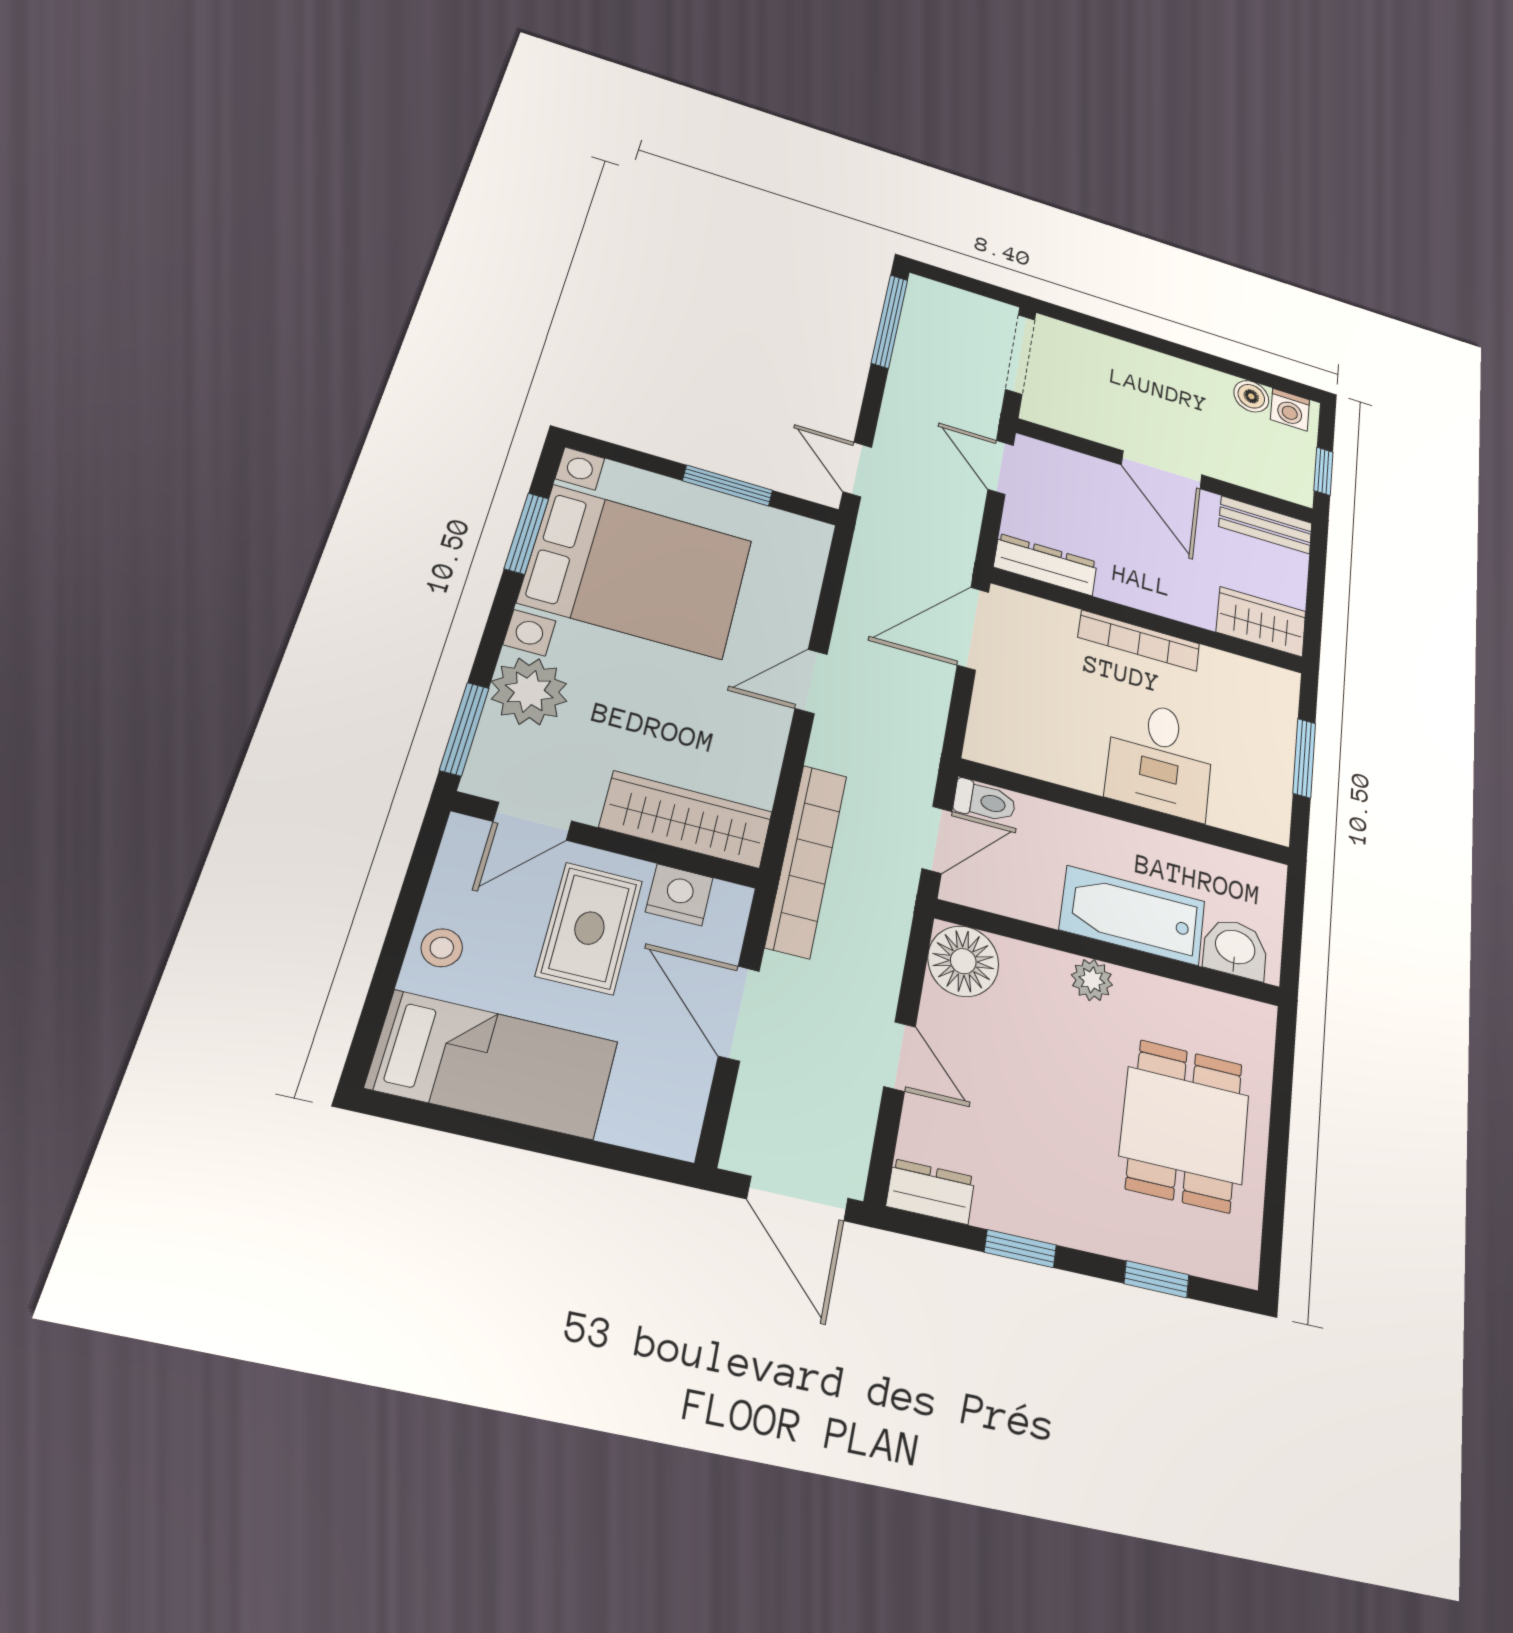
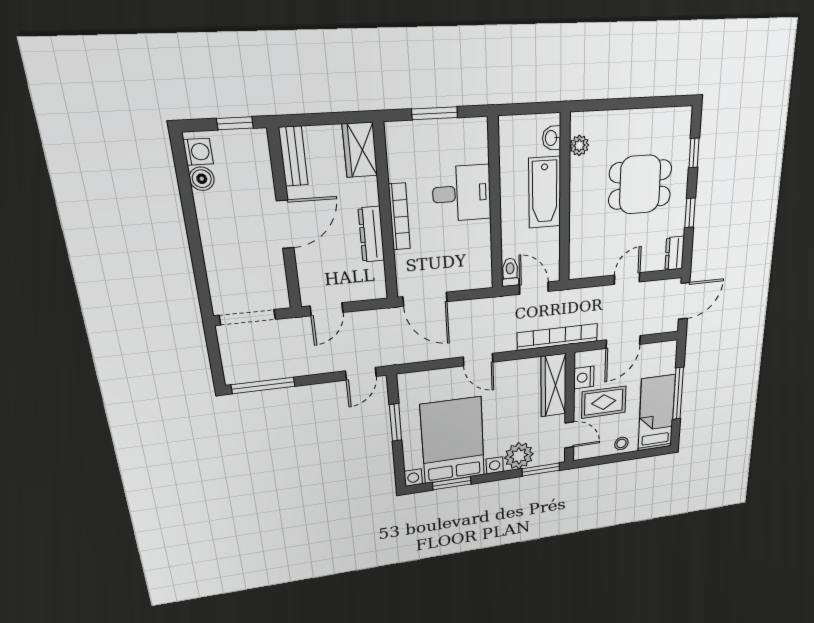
dresser: (1046, 565) -> (371, 234), moved
washbasin: (1235, 949) -> (552, 138), width x0.72, depth x0.69
floor lamp: (963, 961) -> (584, 263), removed
plant: (1092, 980) -> (579, 145), moved
dining table: (1185, 1125) -> (640, 185), moved
window: (529, 1138) -> (678, 393), added

